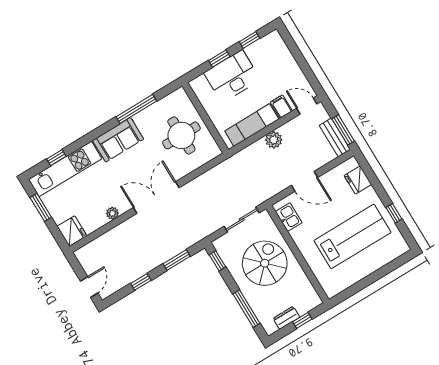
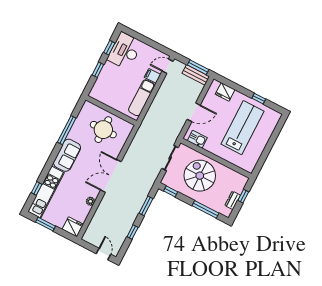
desk: (232, 76) -> (125, 51), moved
plant: (274, 140) -> (160, 99), removed

